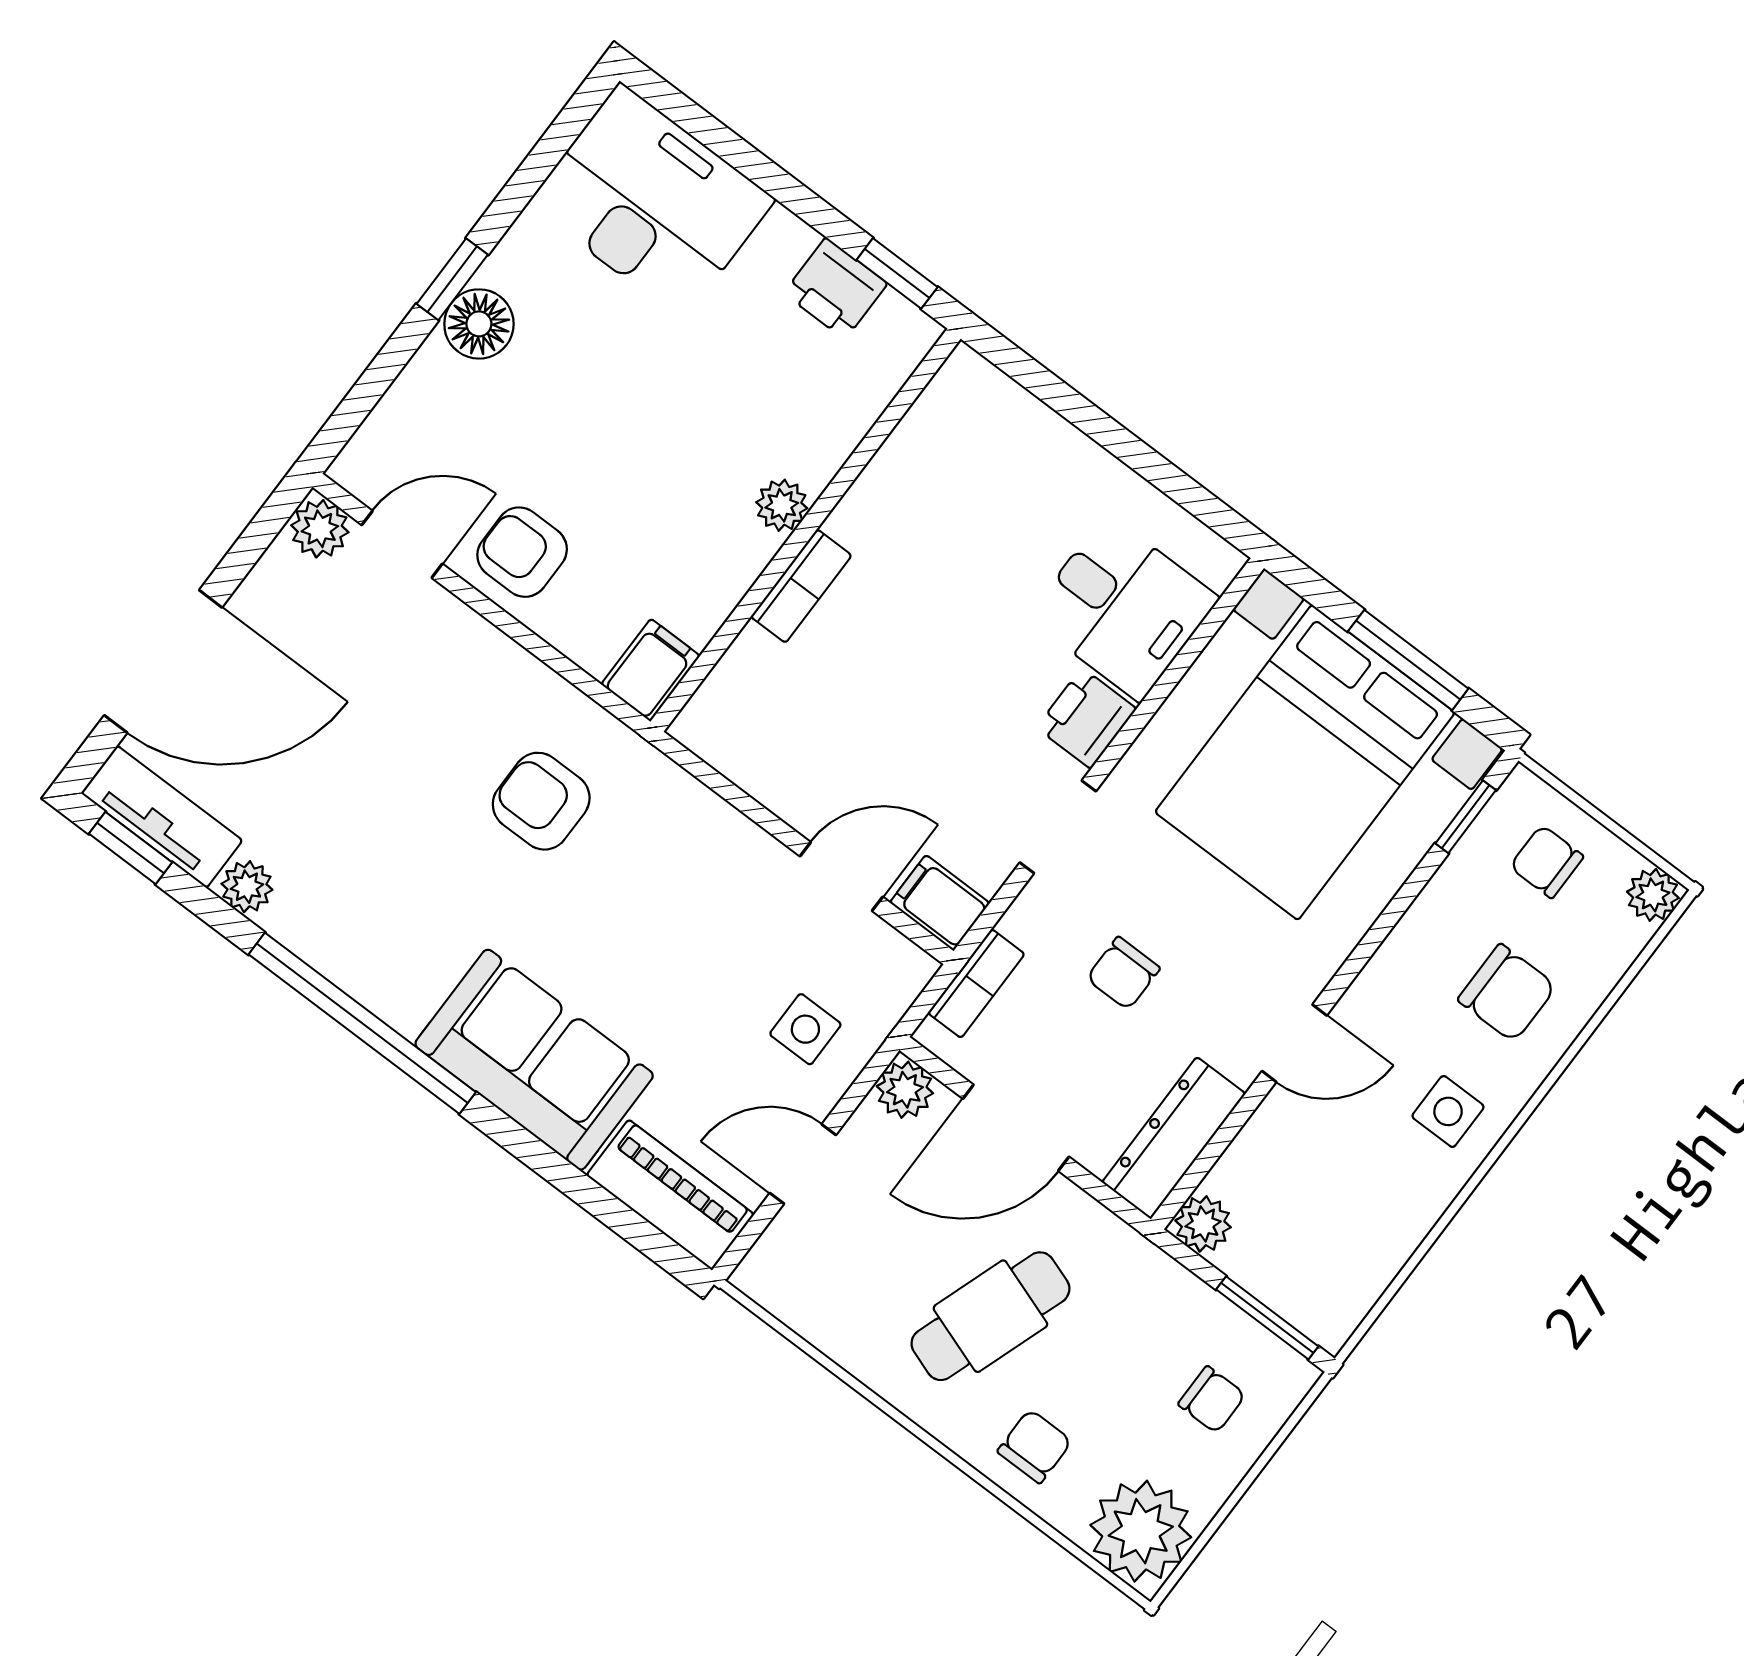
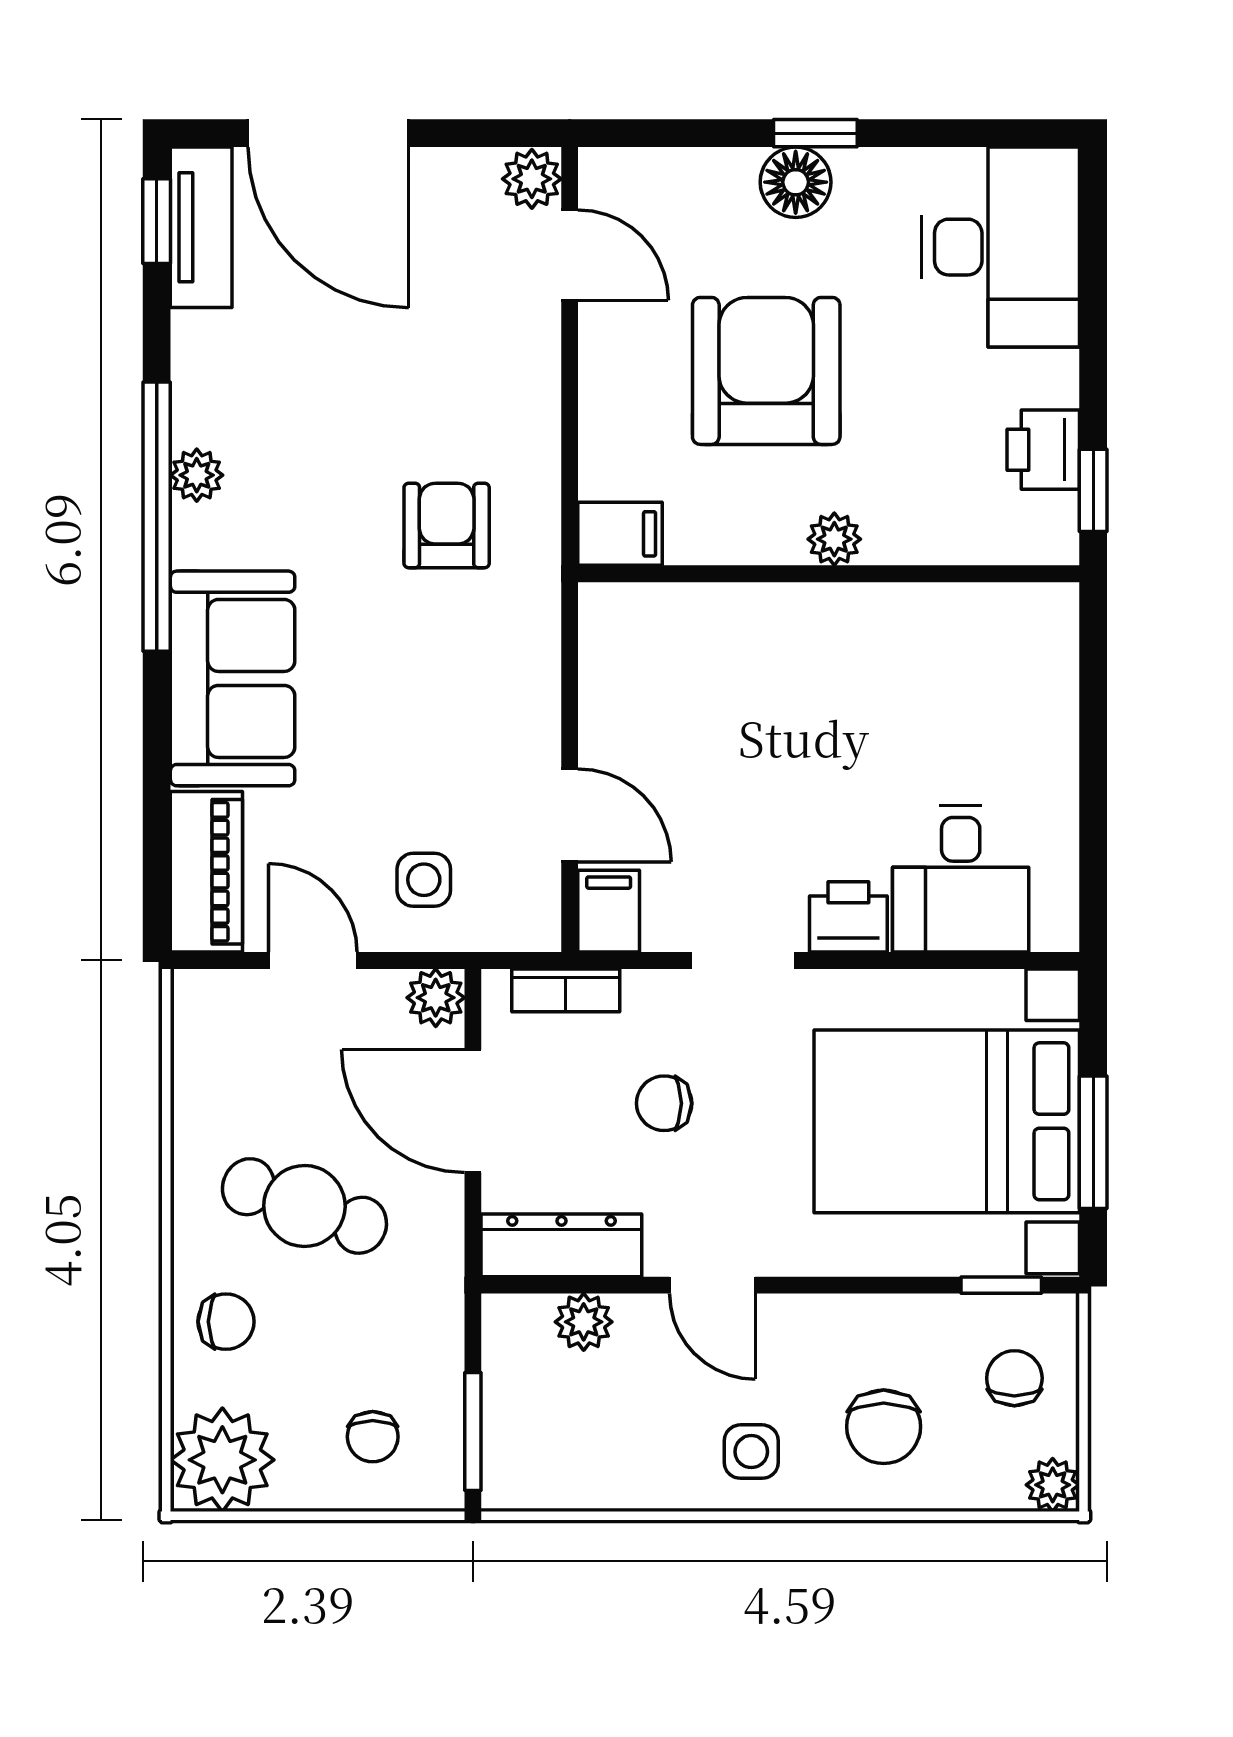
armchair: (522, 552) -> (766, 371), moved, width x1.88, depth x1.88
bookcase: (801, 586) -> (781, 604), removed
plant: (247, 887) -> (197, 475), moved
plant: (1203, 1224) -> (584, 1322), moved

